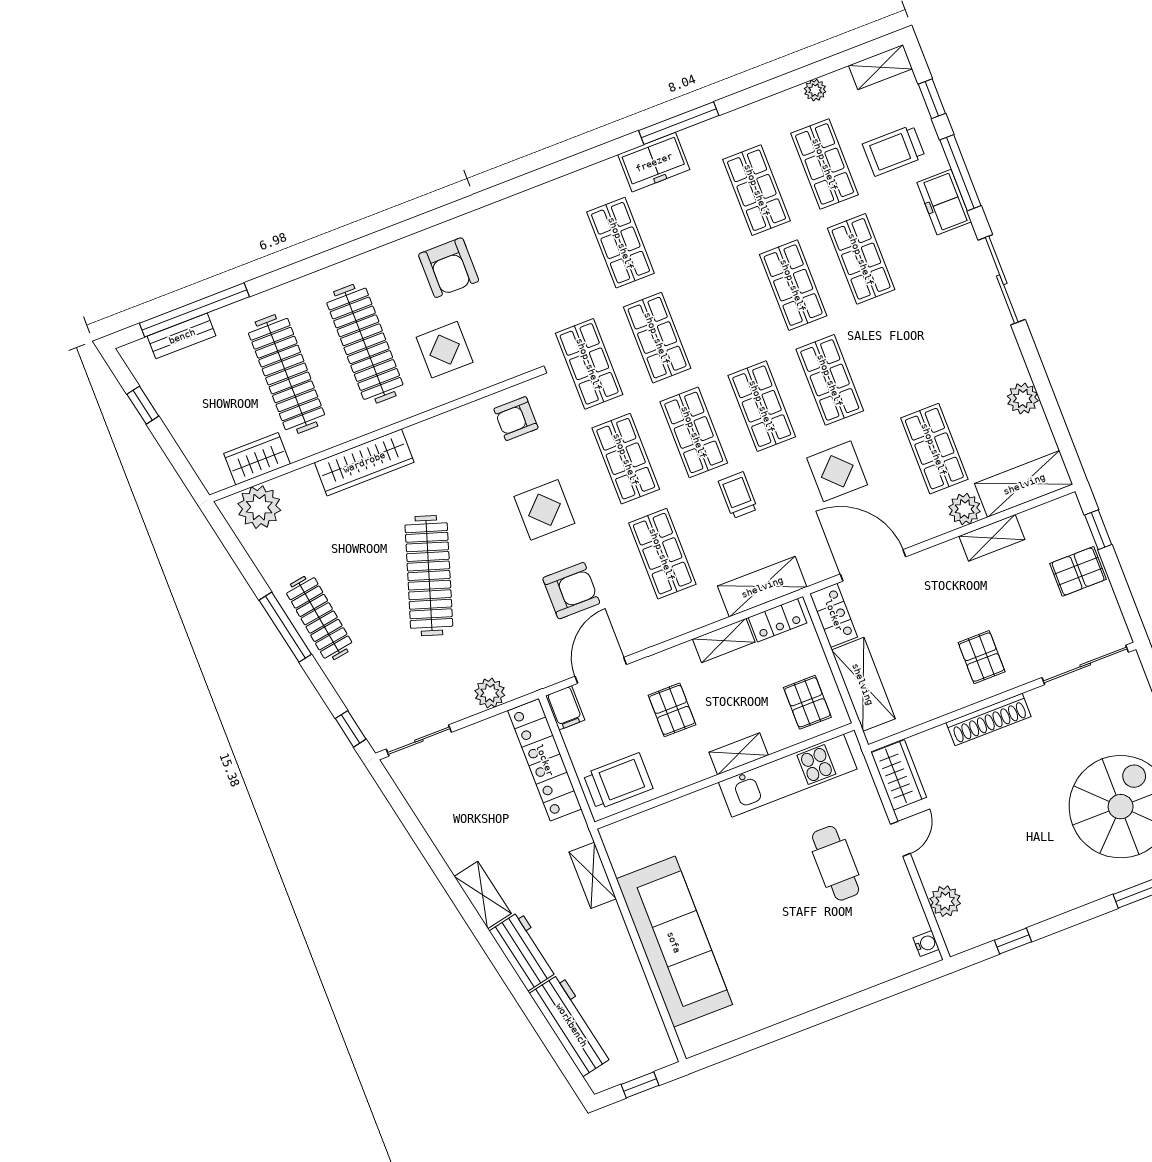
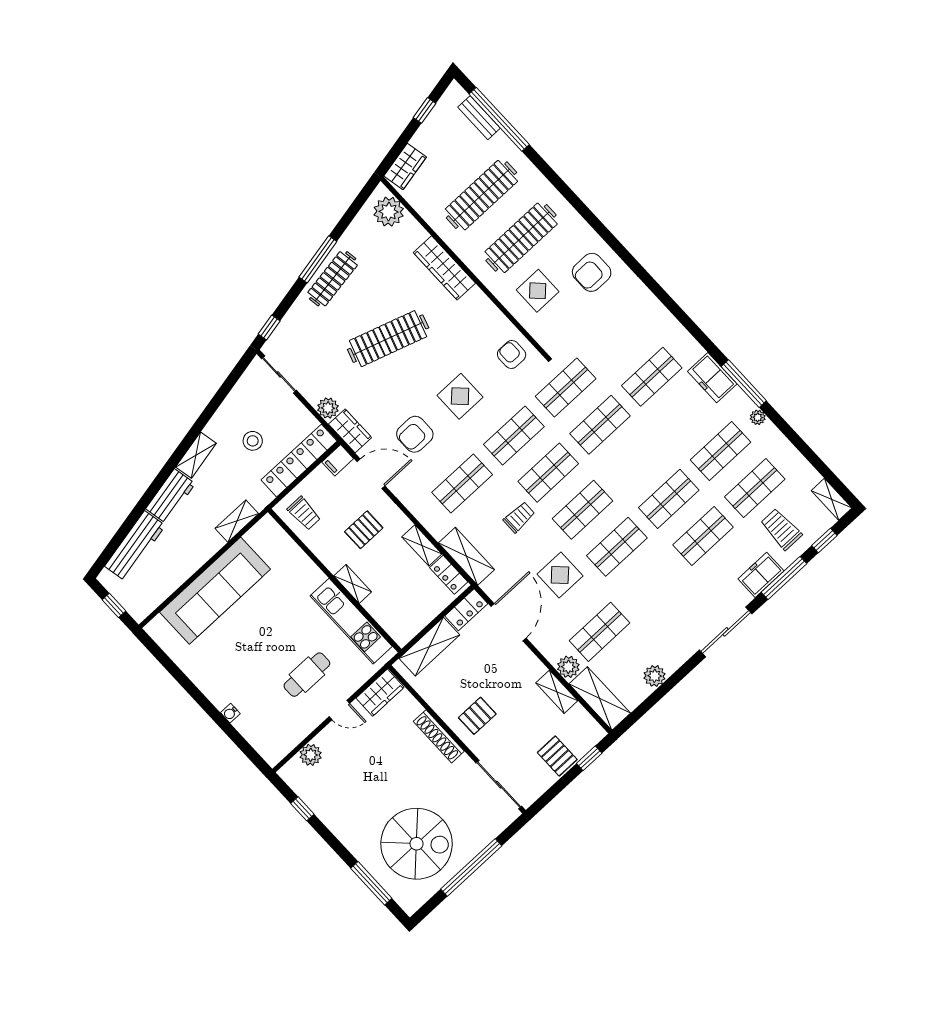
plant: (815, 90) -> (758, 417), moved
wardrobe: (257, 459) -> (405, 167), moved, turned 78
armchair: (571, 591) -> (415, 434), turned 90
wardrobe: (532, 676) -> (350, 431), added
pallet: (807, 702) -> (403, 615), removed
trolley: (618, 781) -> (304, 513), width x0.73, depth x0.72
stool: (494, 811) -> (253, 441), added
water cooler: (926, 943) -> (230, 713), moved, turned 90

